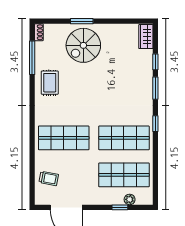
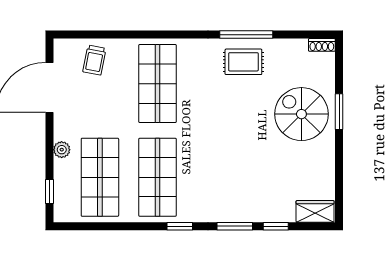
window: (32, 58) -> (246, 35), moved
plant: (130, 199) -> (62, 150), moved
window: (120, 207) -> (49, 191), moved

